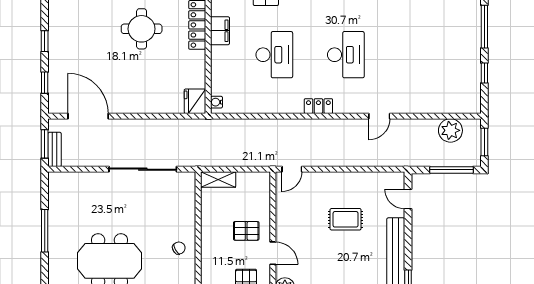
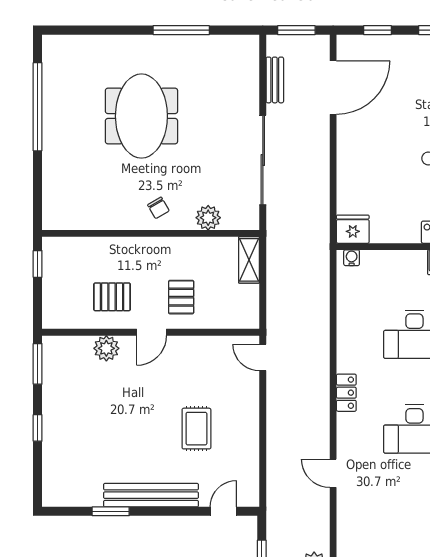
bench: (55, 149) -> (275, 80), moved, turned 90
plant: (186, 210) -> (208, 218), added

